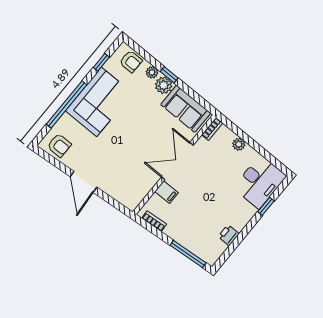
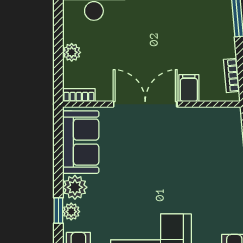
window: (169, 75) -> (58, 211), moved
double door: (177, 161) -> (145, 104), swing flipped

